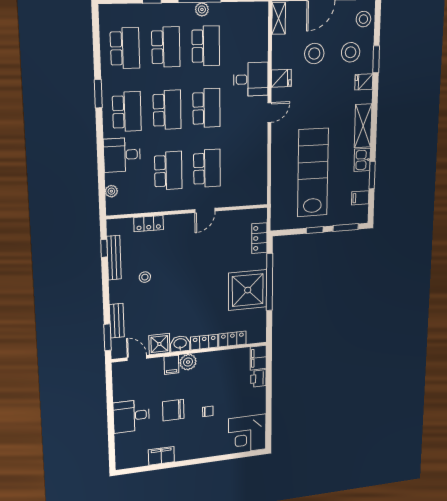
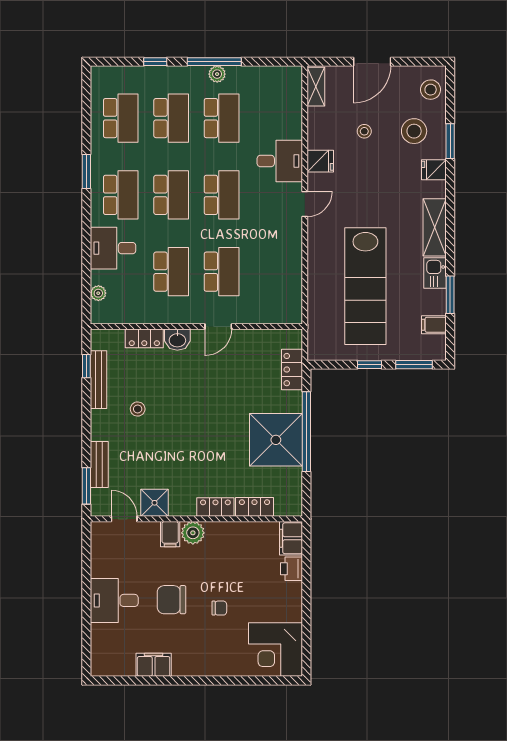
stool: (314, 54) -> (364, 131), width x0.53, depth x0.53
lab bench: (313, 173) -> (365, 286), turned 180
washbasin: (180, 344) -> (177, 340), moved, turned 180

